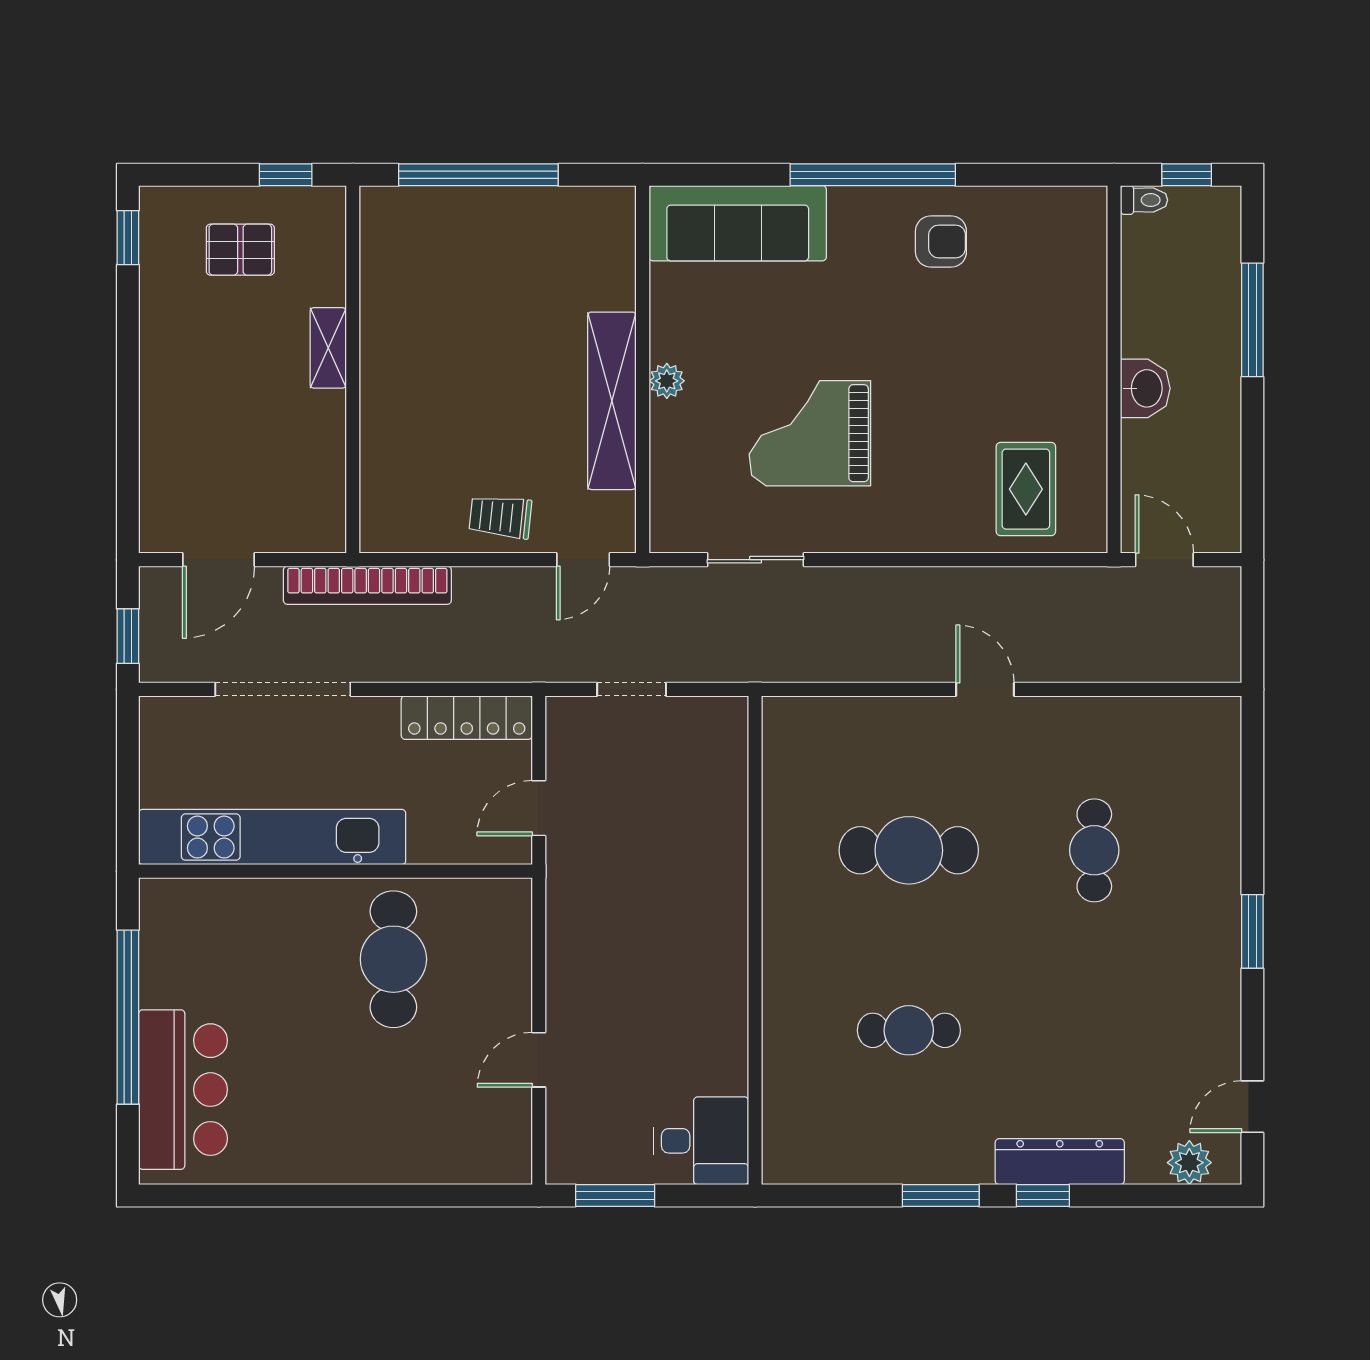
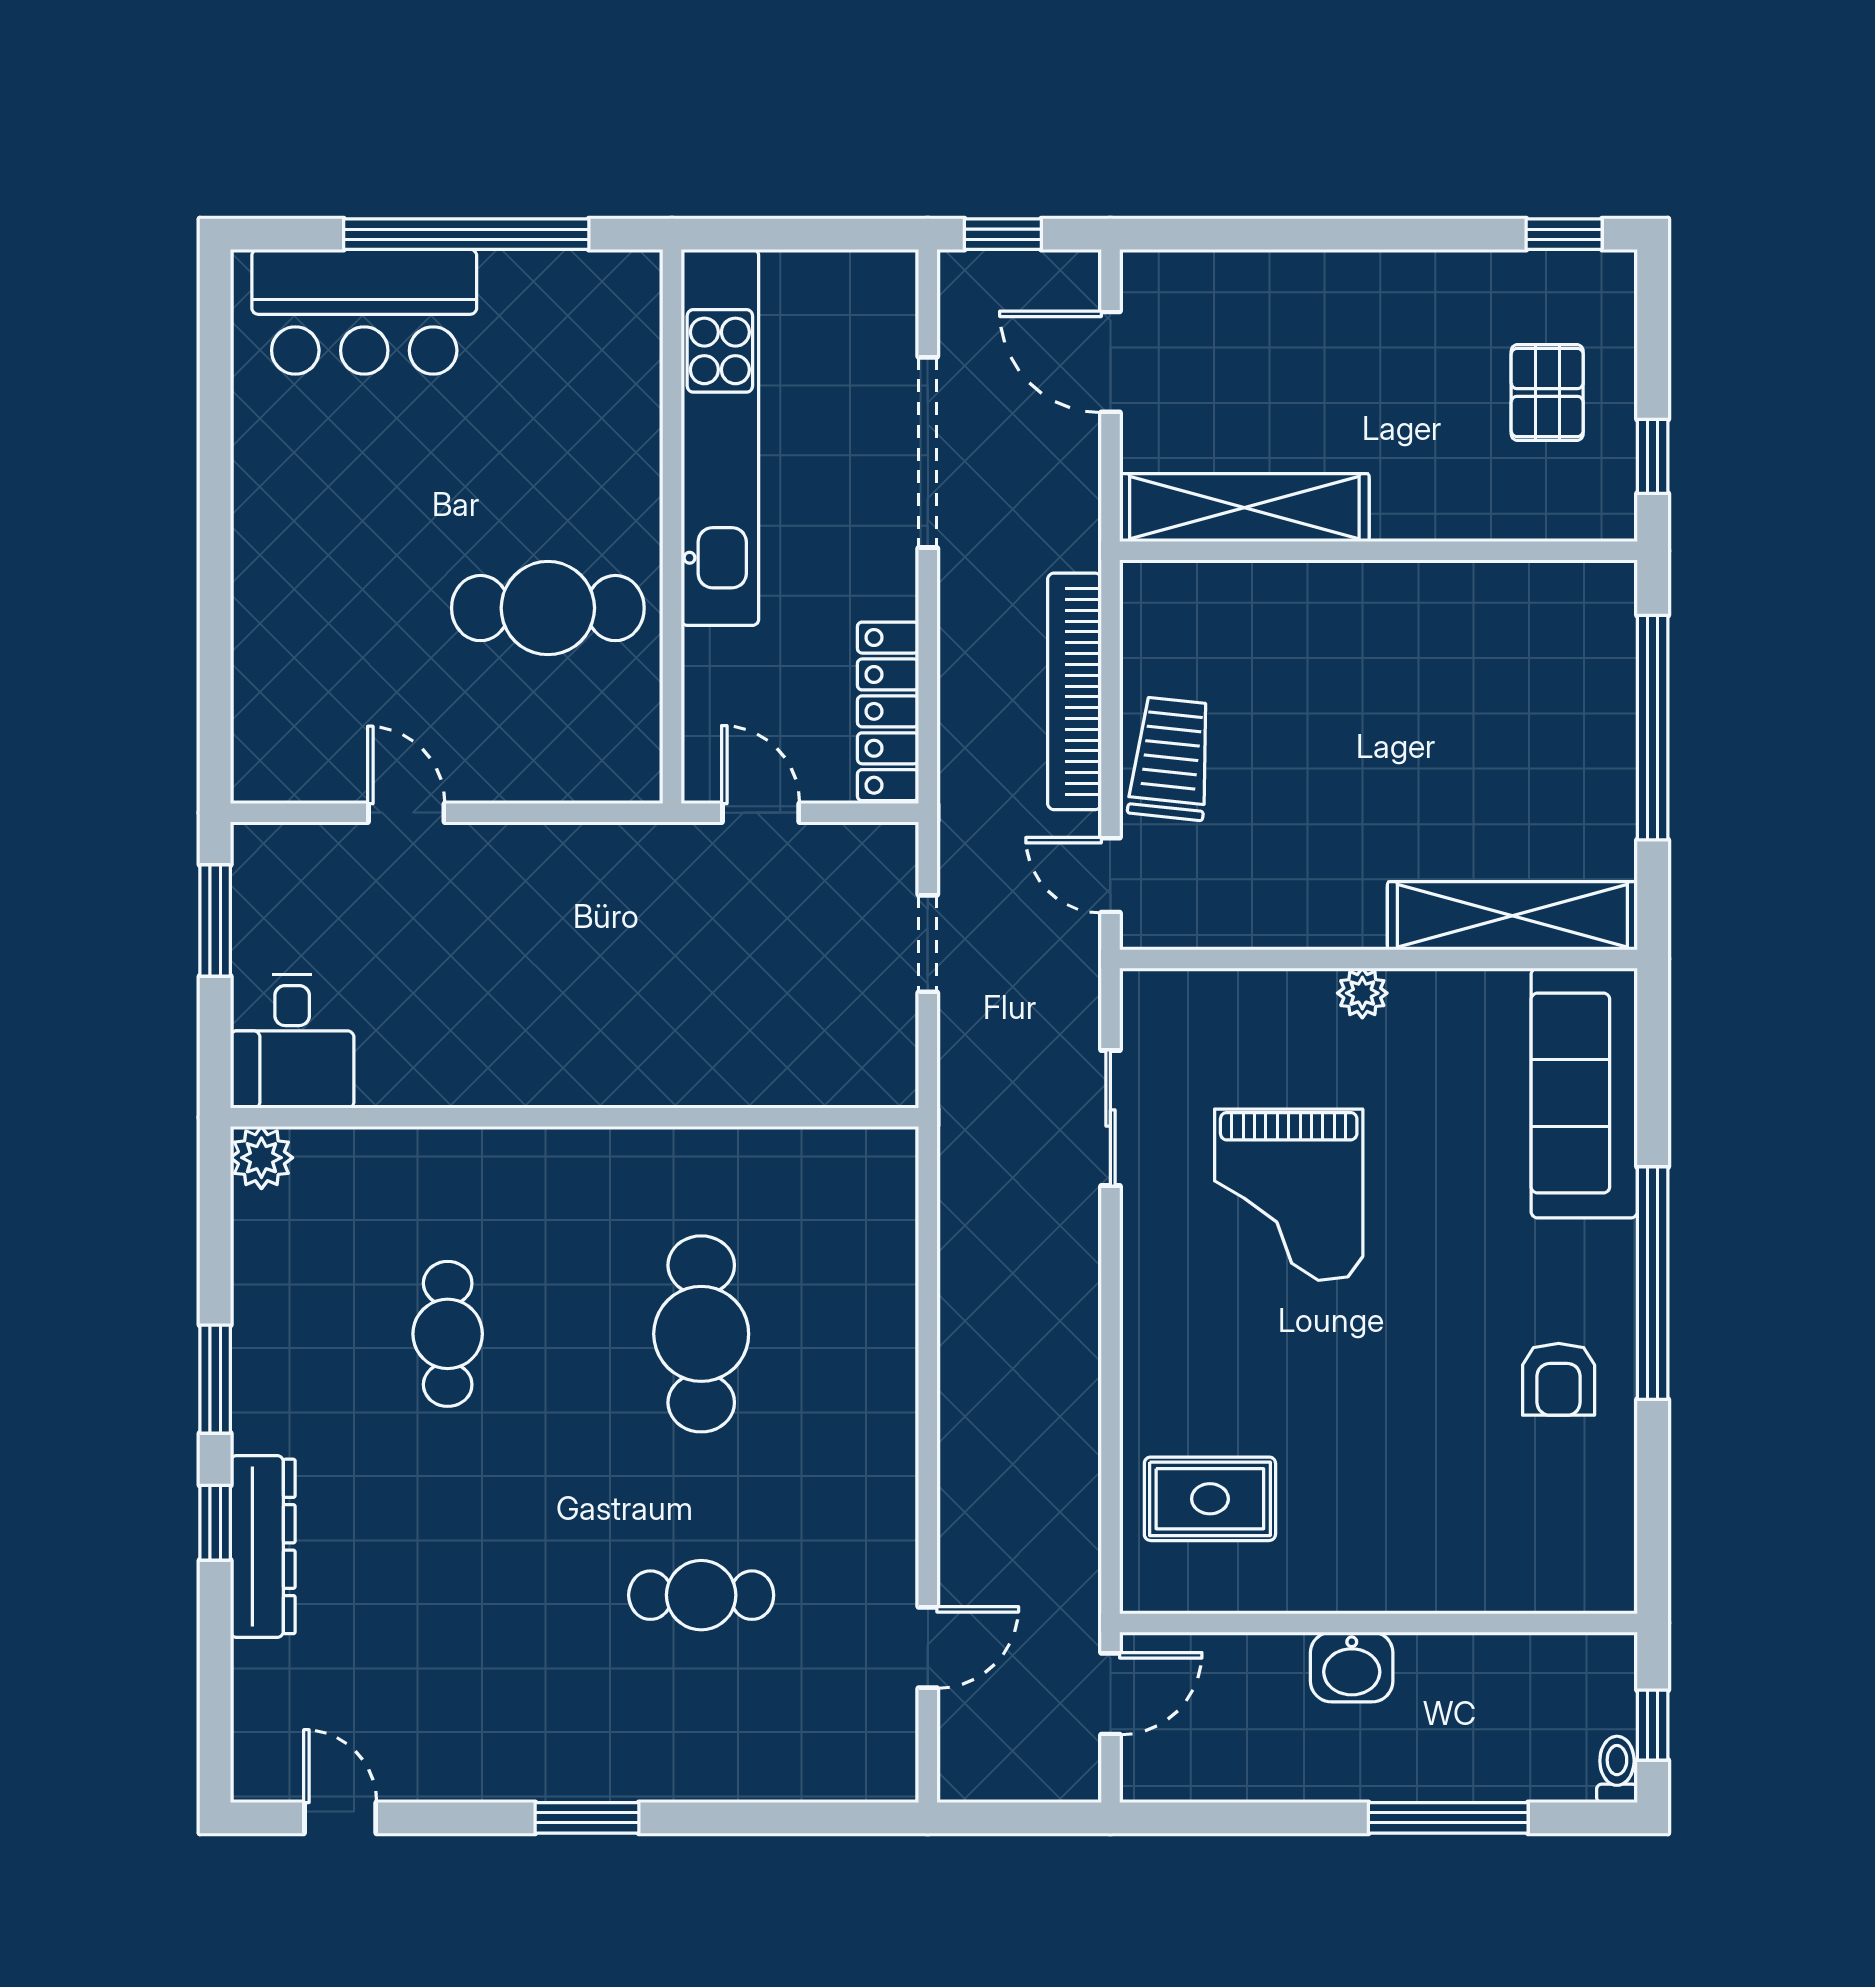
toilet: (1144, 200) -> (1617, 1769), moved, turned 180
shelving: (328, 348) -> (1244, 508), moved, width x2.20, depth x1.33
shelving: (612, 401) -> (1512, 916), moved
grand piano: (810, 433) -> (1289, 1195), turned 180
trolley: (500, 517) -> (1171, 759), width x1.36, depth x1.39
bookcase: (367, 585) -> (1074, 691), moved
door: (985, 689) -> (928, 1647), moved
plant: (1189, 1163) -> (261, 1158), moved

